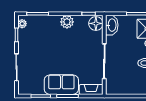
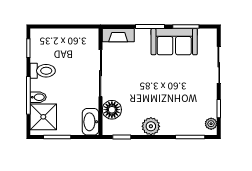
floor lamp: (96, 23) -> (112, 110), moved
sofa: (61, 85) -> (174, 42), moved

